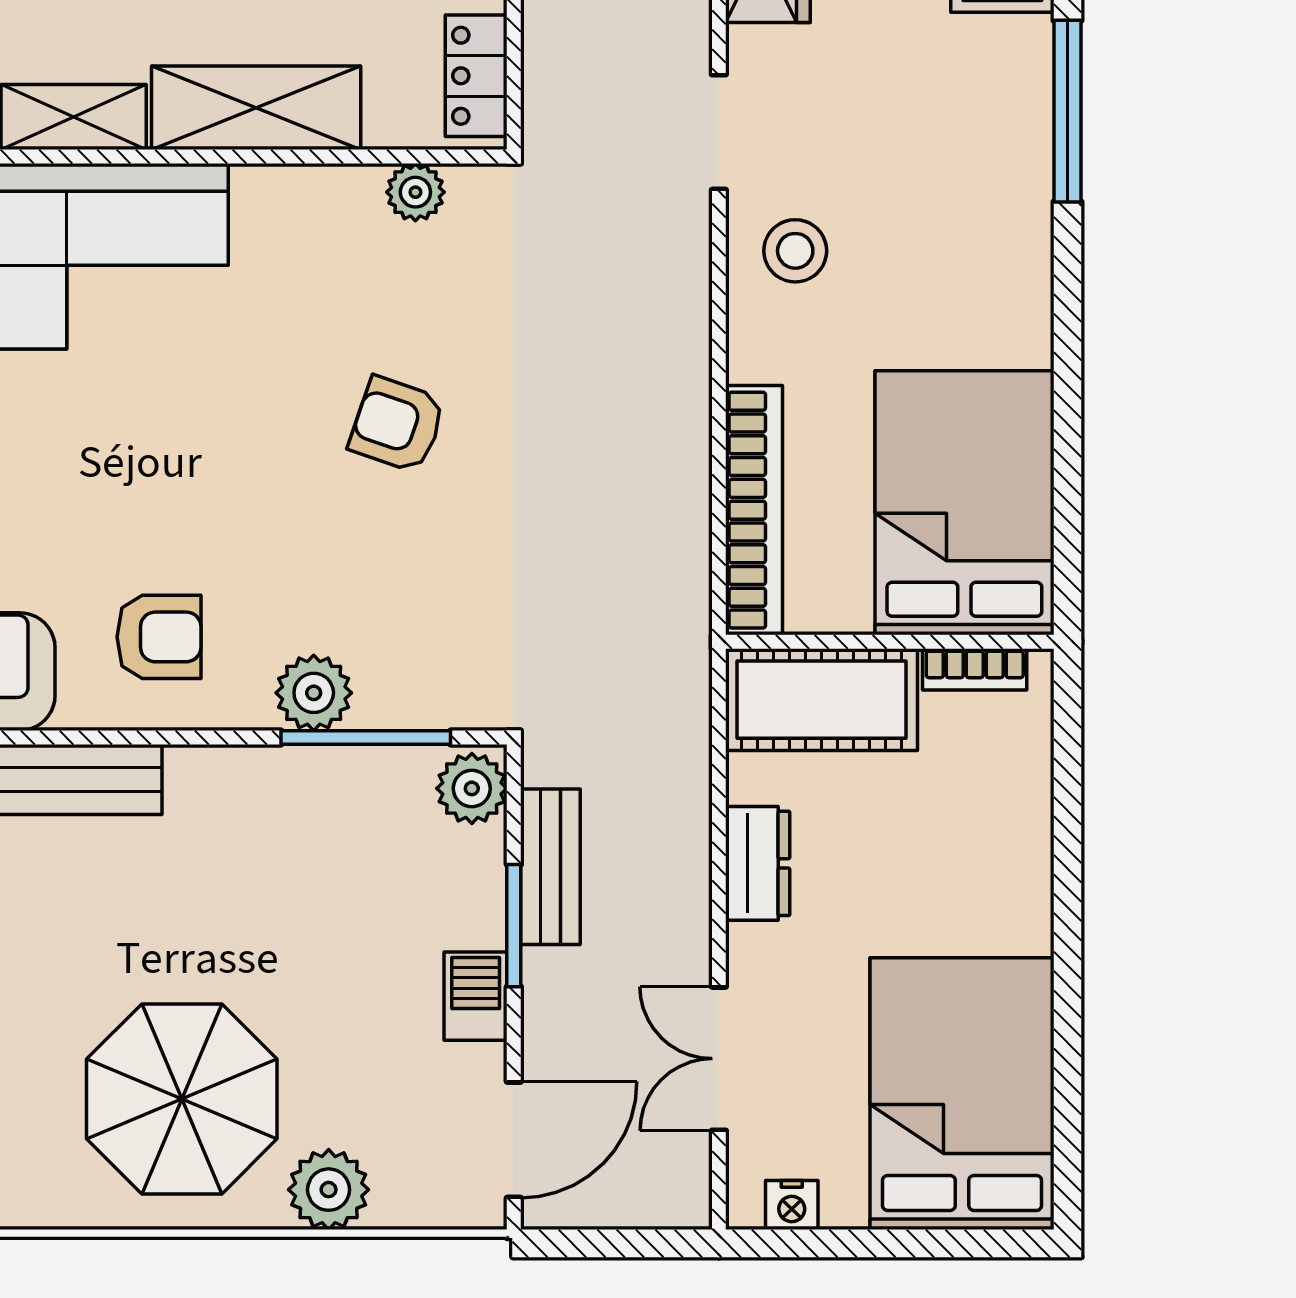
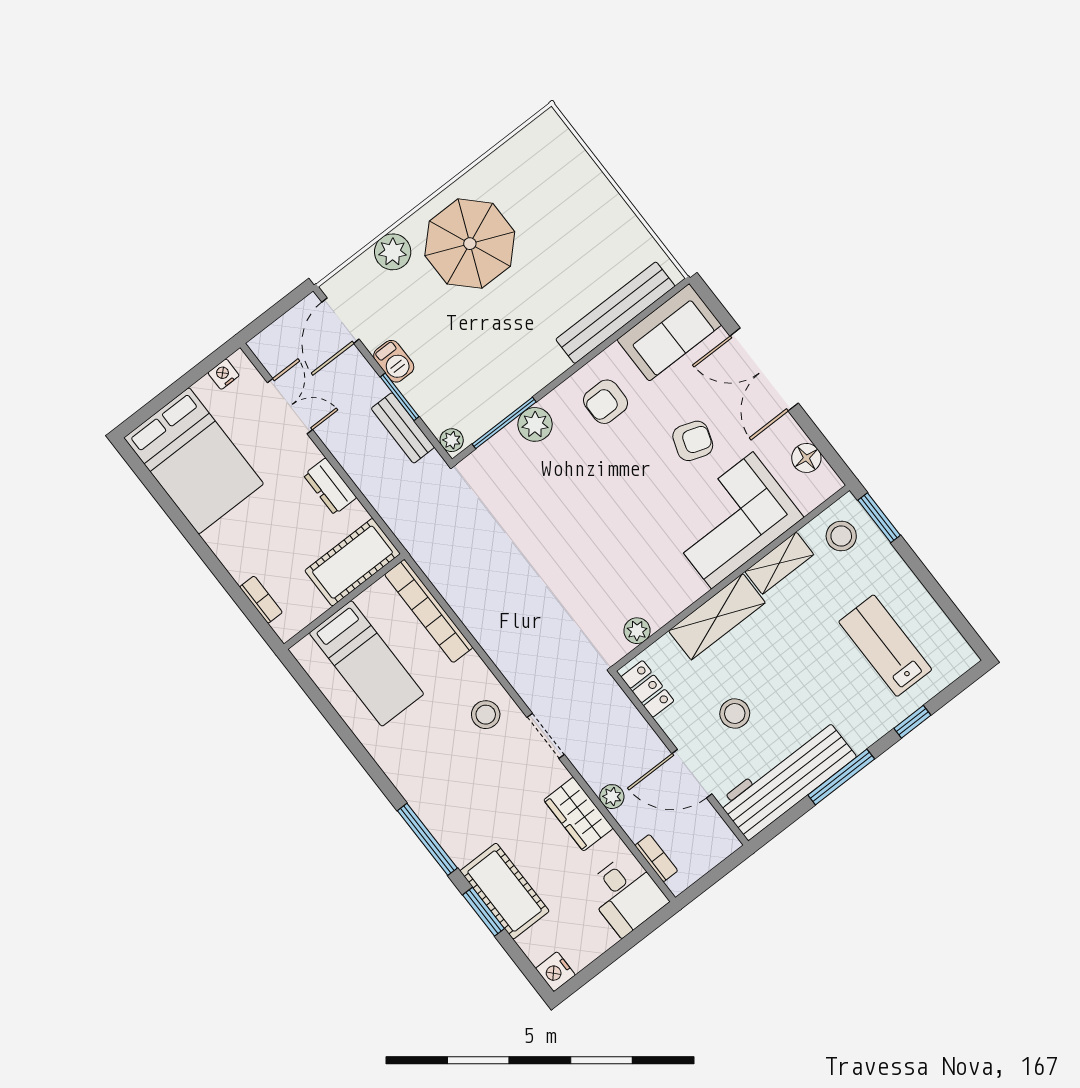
armchair: (397, 424) -> (693, 441), moved
bed: (964, 503) -> (367, 663), width x0.67
bookcase: (975, 669) -> (261, 600), moved, turned 90
plant: (472, 788) -> (452, 440), width x0.73, depth x0.73

